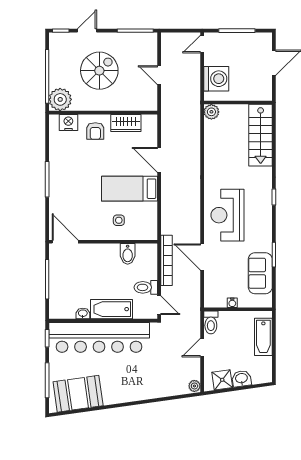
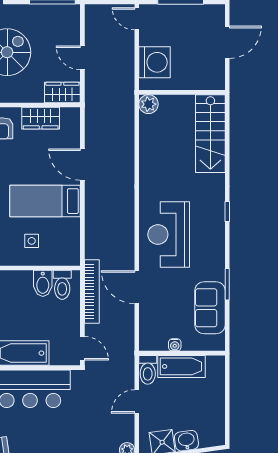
door: (202, 44) -> (137, 19), hinge flipped
wardrobe: (143, 103) -> (62, 93), added
toilet: (146, 287) -> (62, 285), moved, turned -90
bathtub: (263, 337) -> (182, 366), moved, turned -90

